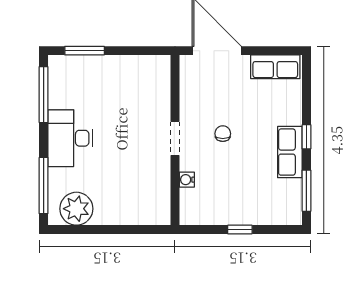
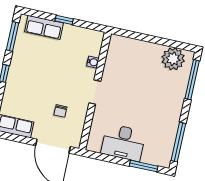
chair: (223, 134) -> (60, 111), moved
desk: (70, 138) -> (123, 142), moved, turned 90
row of seats: (290, 152) -> (44, 27), moved, turned 90

